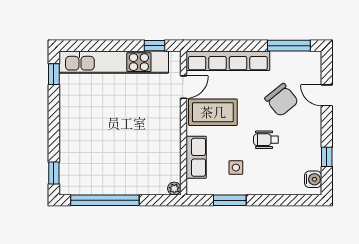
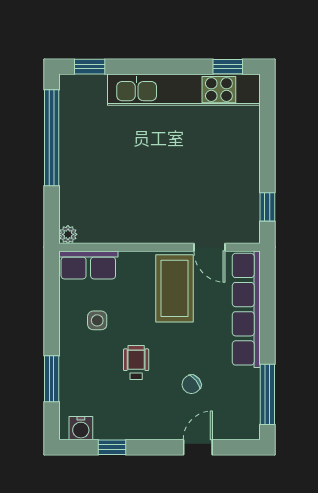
kitchen unit: (114, 62) -> (184, 90), moved, turned -90
chair: (282, 100) -> (192, 384), width x0.54, depth x0.54
row of seats: (196, 157) -> (88, 265), moved
window: (230, 200) -> (52, 379), moved

